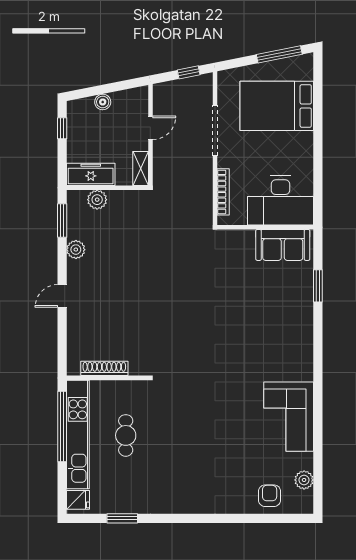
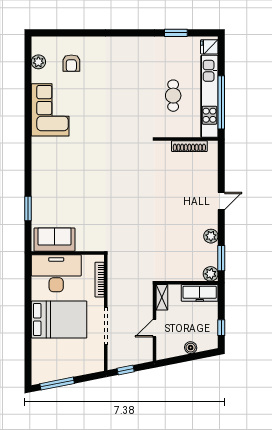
bed: (277, 106) -> (59, 320), moved
plant: (97, 200) -> (211, 274), moved
armchair: (270, 496) -> (71, 63), moved

